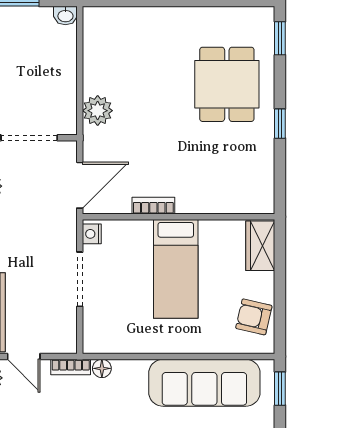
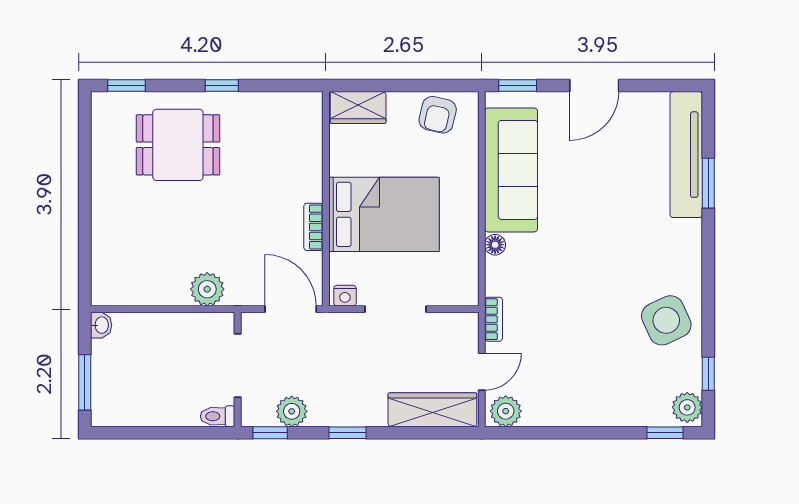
bed: (176, 269) -> (384, 214), width x1.50
floor lamp: (102, 368) -> (495, 245), moved

